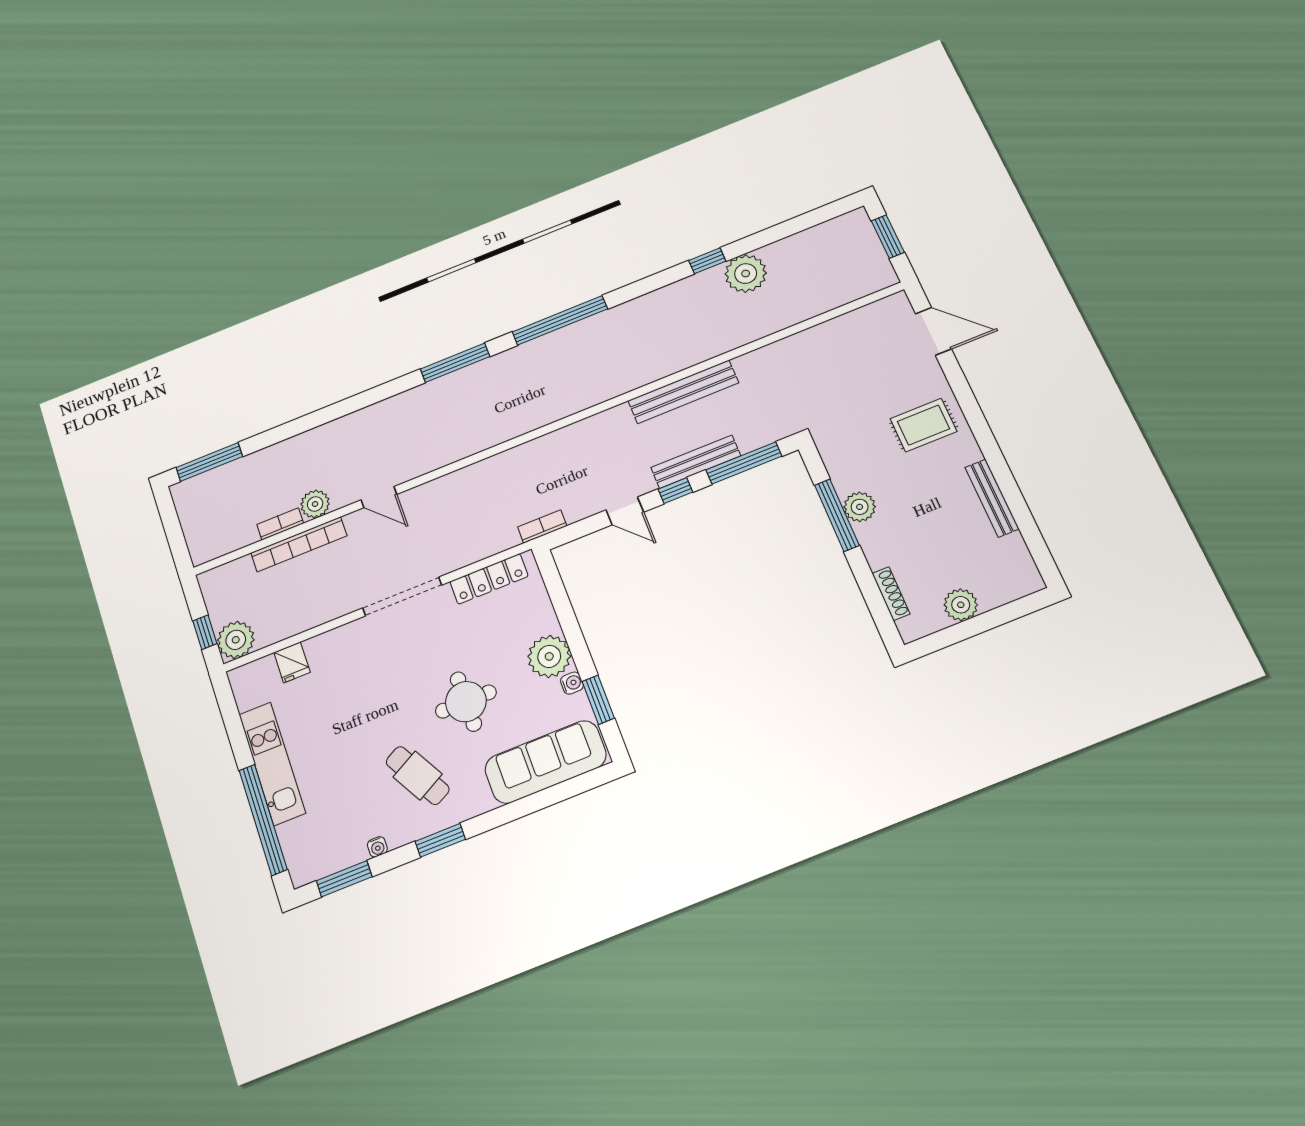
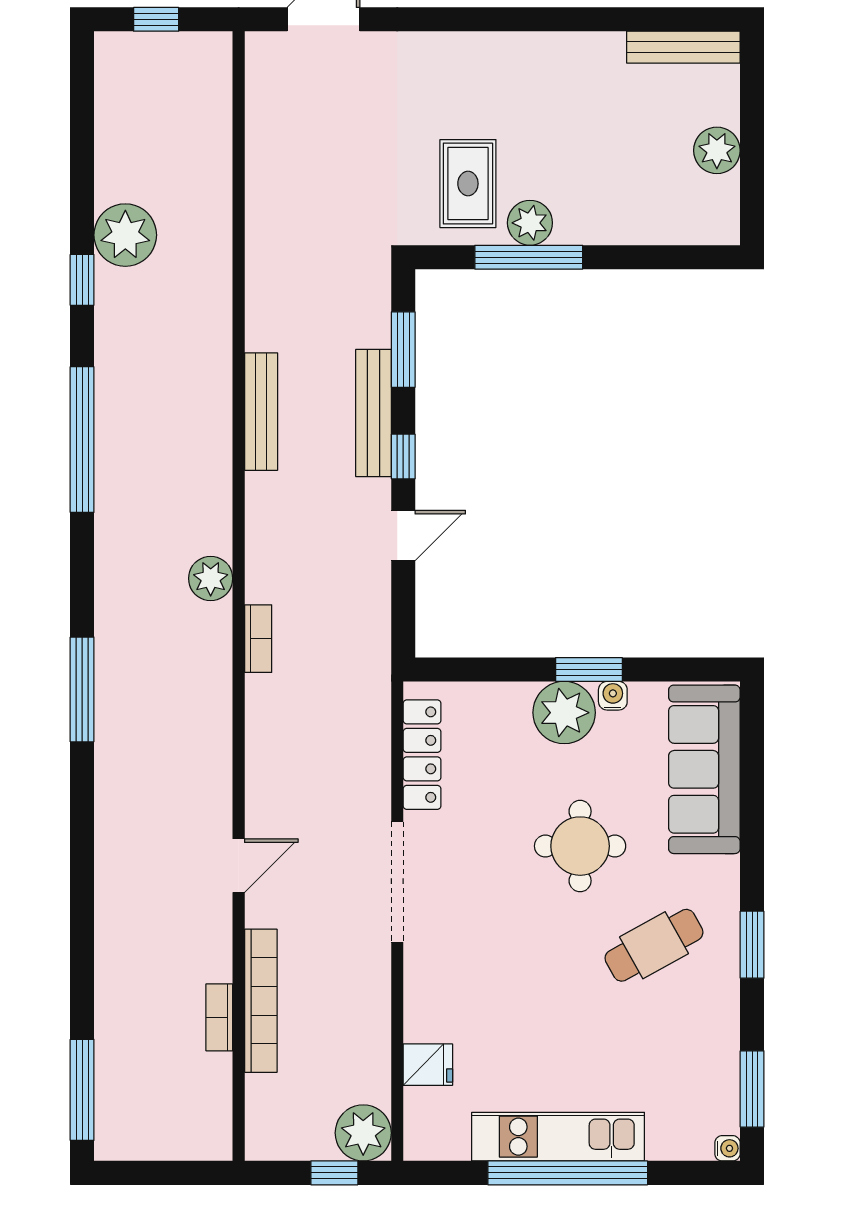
window: (888, 236) -> (156, 19), width x0.67
window: (560, 320) -> (82, 440), moved
bench: (683, 392) -> (261, 412), width x0.73, depth x0.82
rug: (924, 425) -> (468, 184), moved
window: (744, 463) -> (403, 350), width x0.69
bench: (992, 498) -> (683, 47), moved
plant: (315, 504) -> (211, 578), moved
bookcase: (542, 526) -> (258, 639), moved, turned 180
shoe rack: (891, 594) -> (665, 233), removed
window: (598, 700) -> (589, 669), moved
window: (263, 820) -> (568, 1173), moved
water cooler: (377, 847) -> (727, 1148), moved

